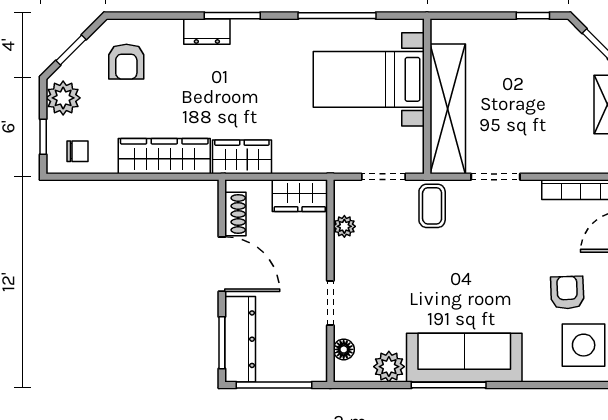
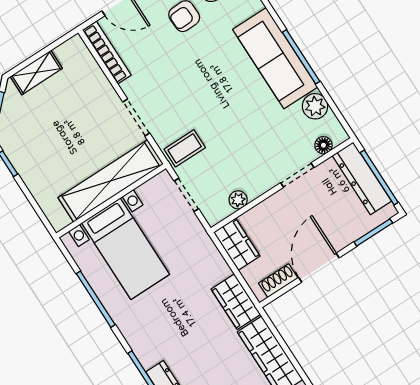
dresser: (240, 339) -> (362, 178), moved, turned -90

